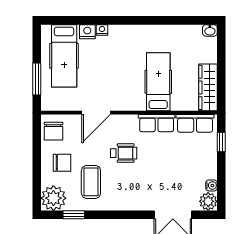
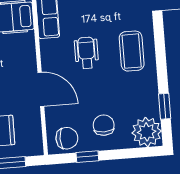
window: (37, 147) -> (87, 157), added
coffee table: (91, 182) -> (132, 51), moved, turned 90

